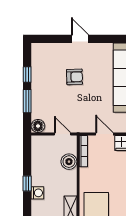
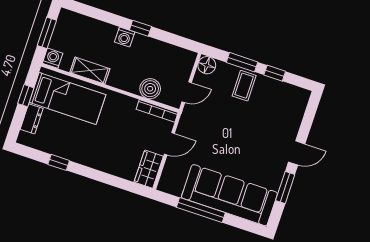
window: (108, 39) -> (285, 187), added
armchair: (75, 77) -> (252, 130), removed
coffee table: (44, 94) -> (244, 86), added

